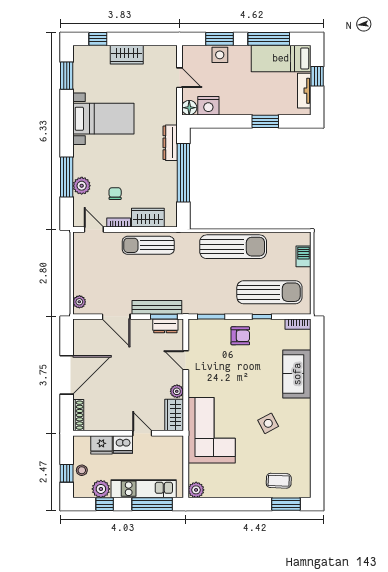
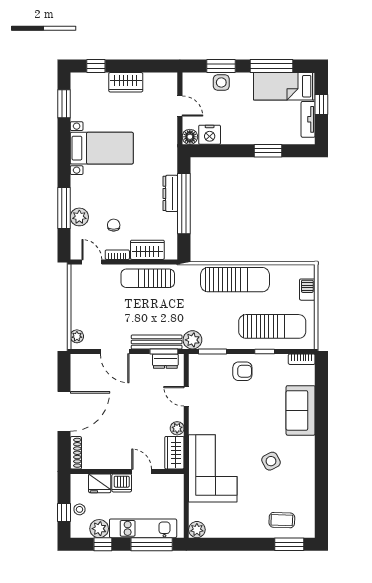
dresser: (170, 143) -> (170, 193), moved
plant: (192, 305) -> (192, 340), added

